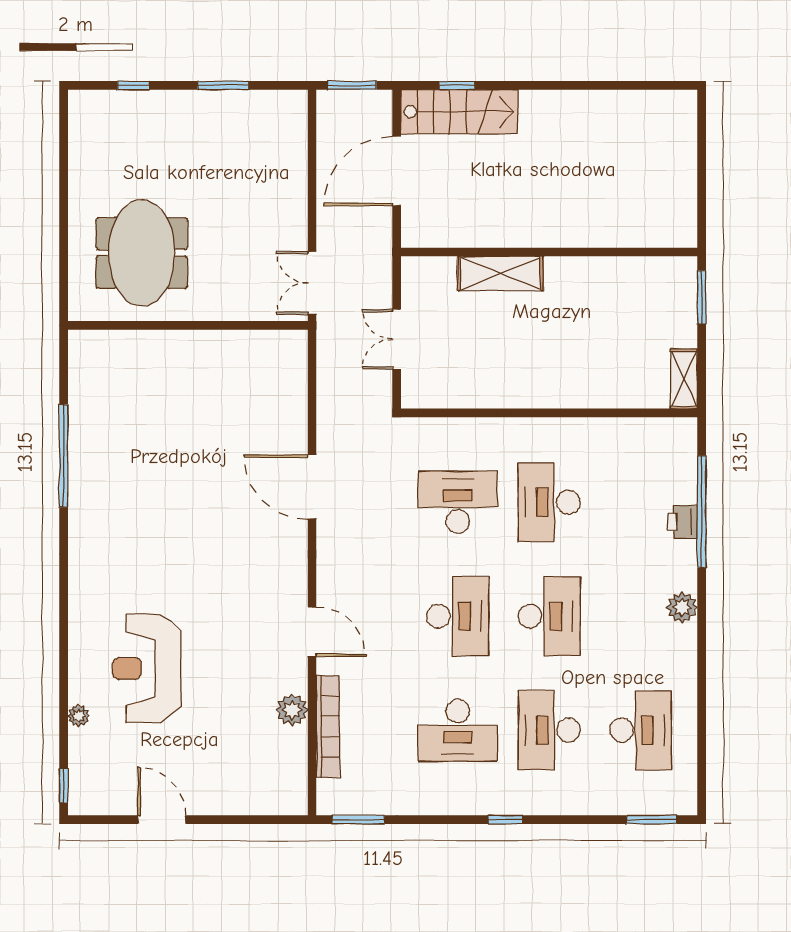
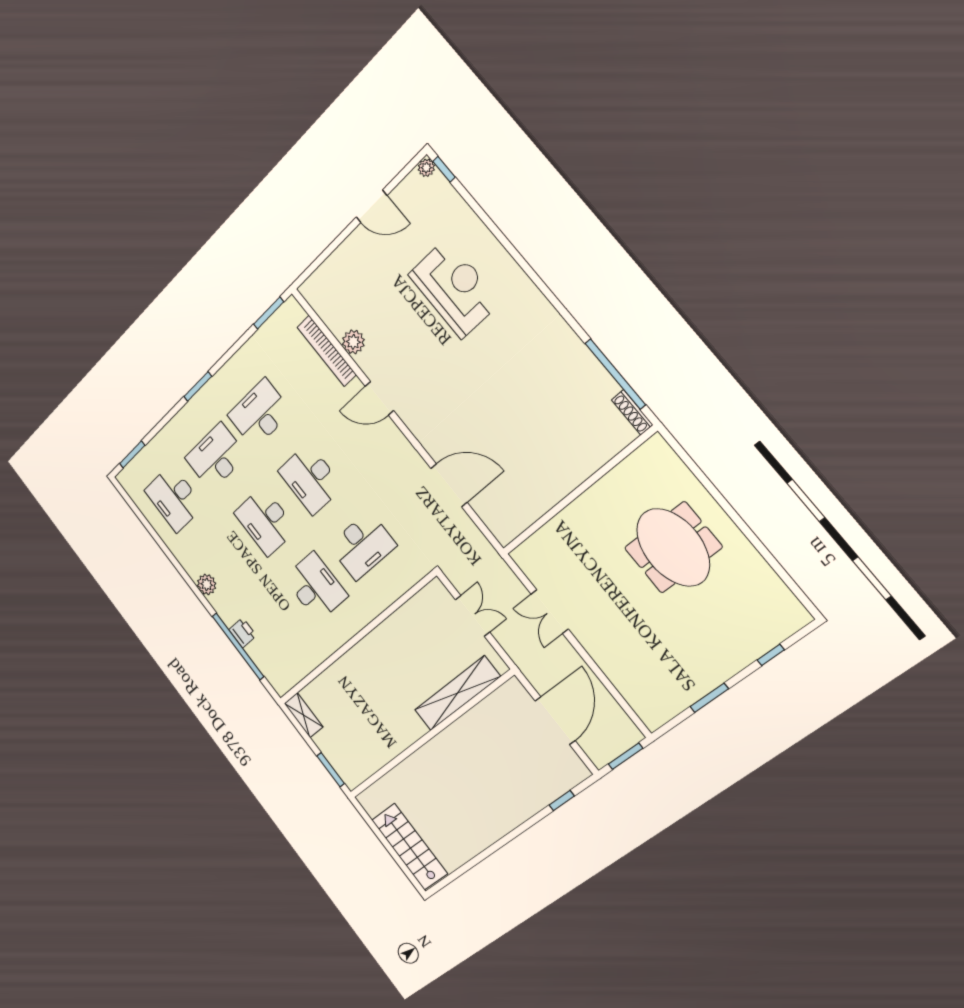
stairs: (459, 112) -> (409, 847), moved, turned 90
shelving: (500, 273) -> (457, 693), width x1.47
double door: (312, 283) -> (550, 612), swing flipped
wall: (188, 325) -> (578, 491), moved
shoe rack: (77, 408) -> (632, 412), added
plant: (79, 716) -> (426, 168), moved
desk: (549, 730) -> (216, 457), turned -90
window: (506, 820) -> (198, 386), width x1.50

